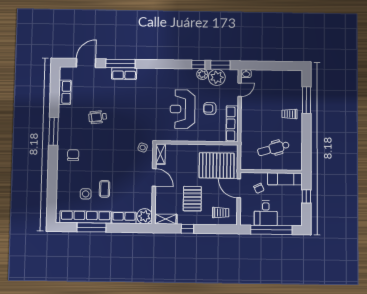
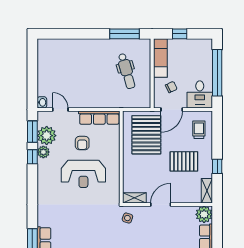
window: (307, 100) -> (125, 34), moved
trolley: (289, 114) -> (87, 53), removed
desk: (266, 213) -> (200, 94), moved, turned 90

